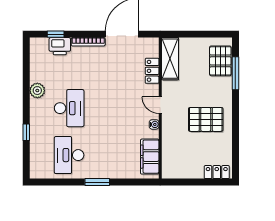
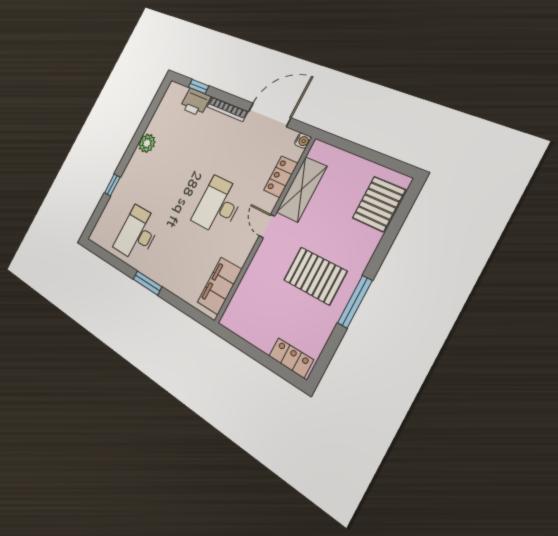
shelving: (170, 59) -> (302, 189), moved
window: (235, 73) -> (355, 302), moved
desk: (69, 108) -> (218, 205), moved, turned 180
water cooler: (154, 124) -> (303, 141), moved

